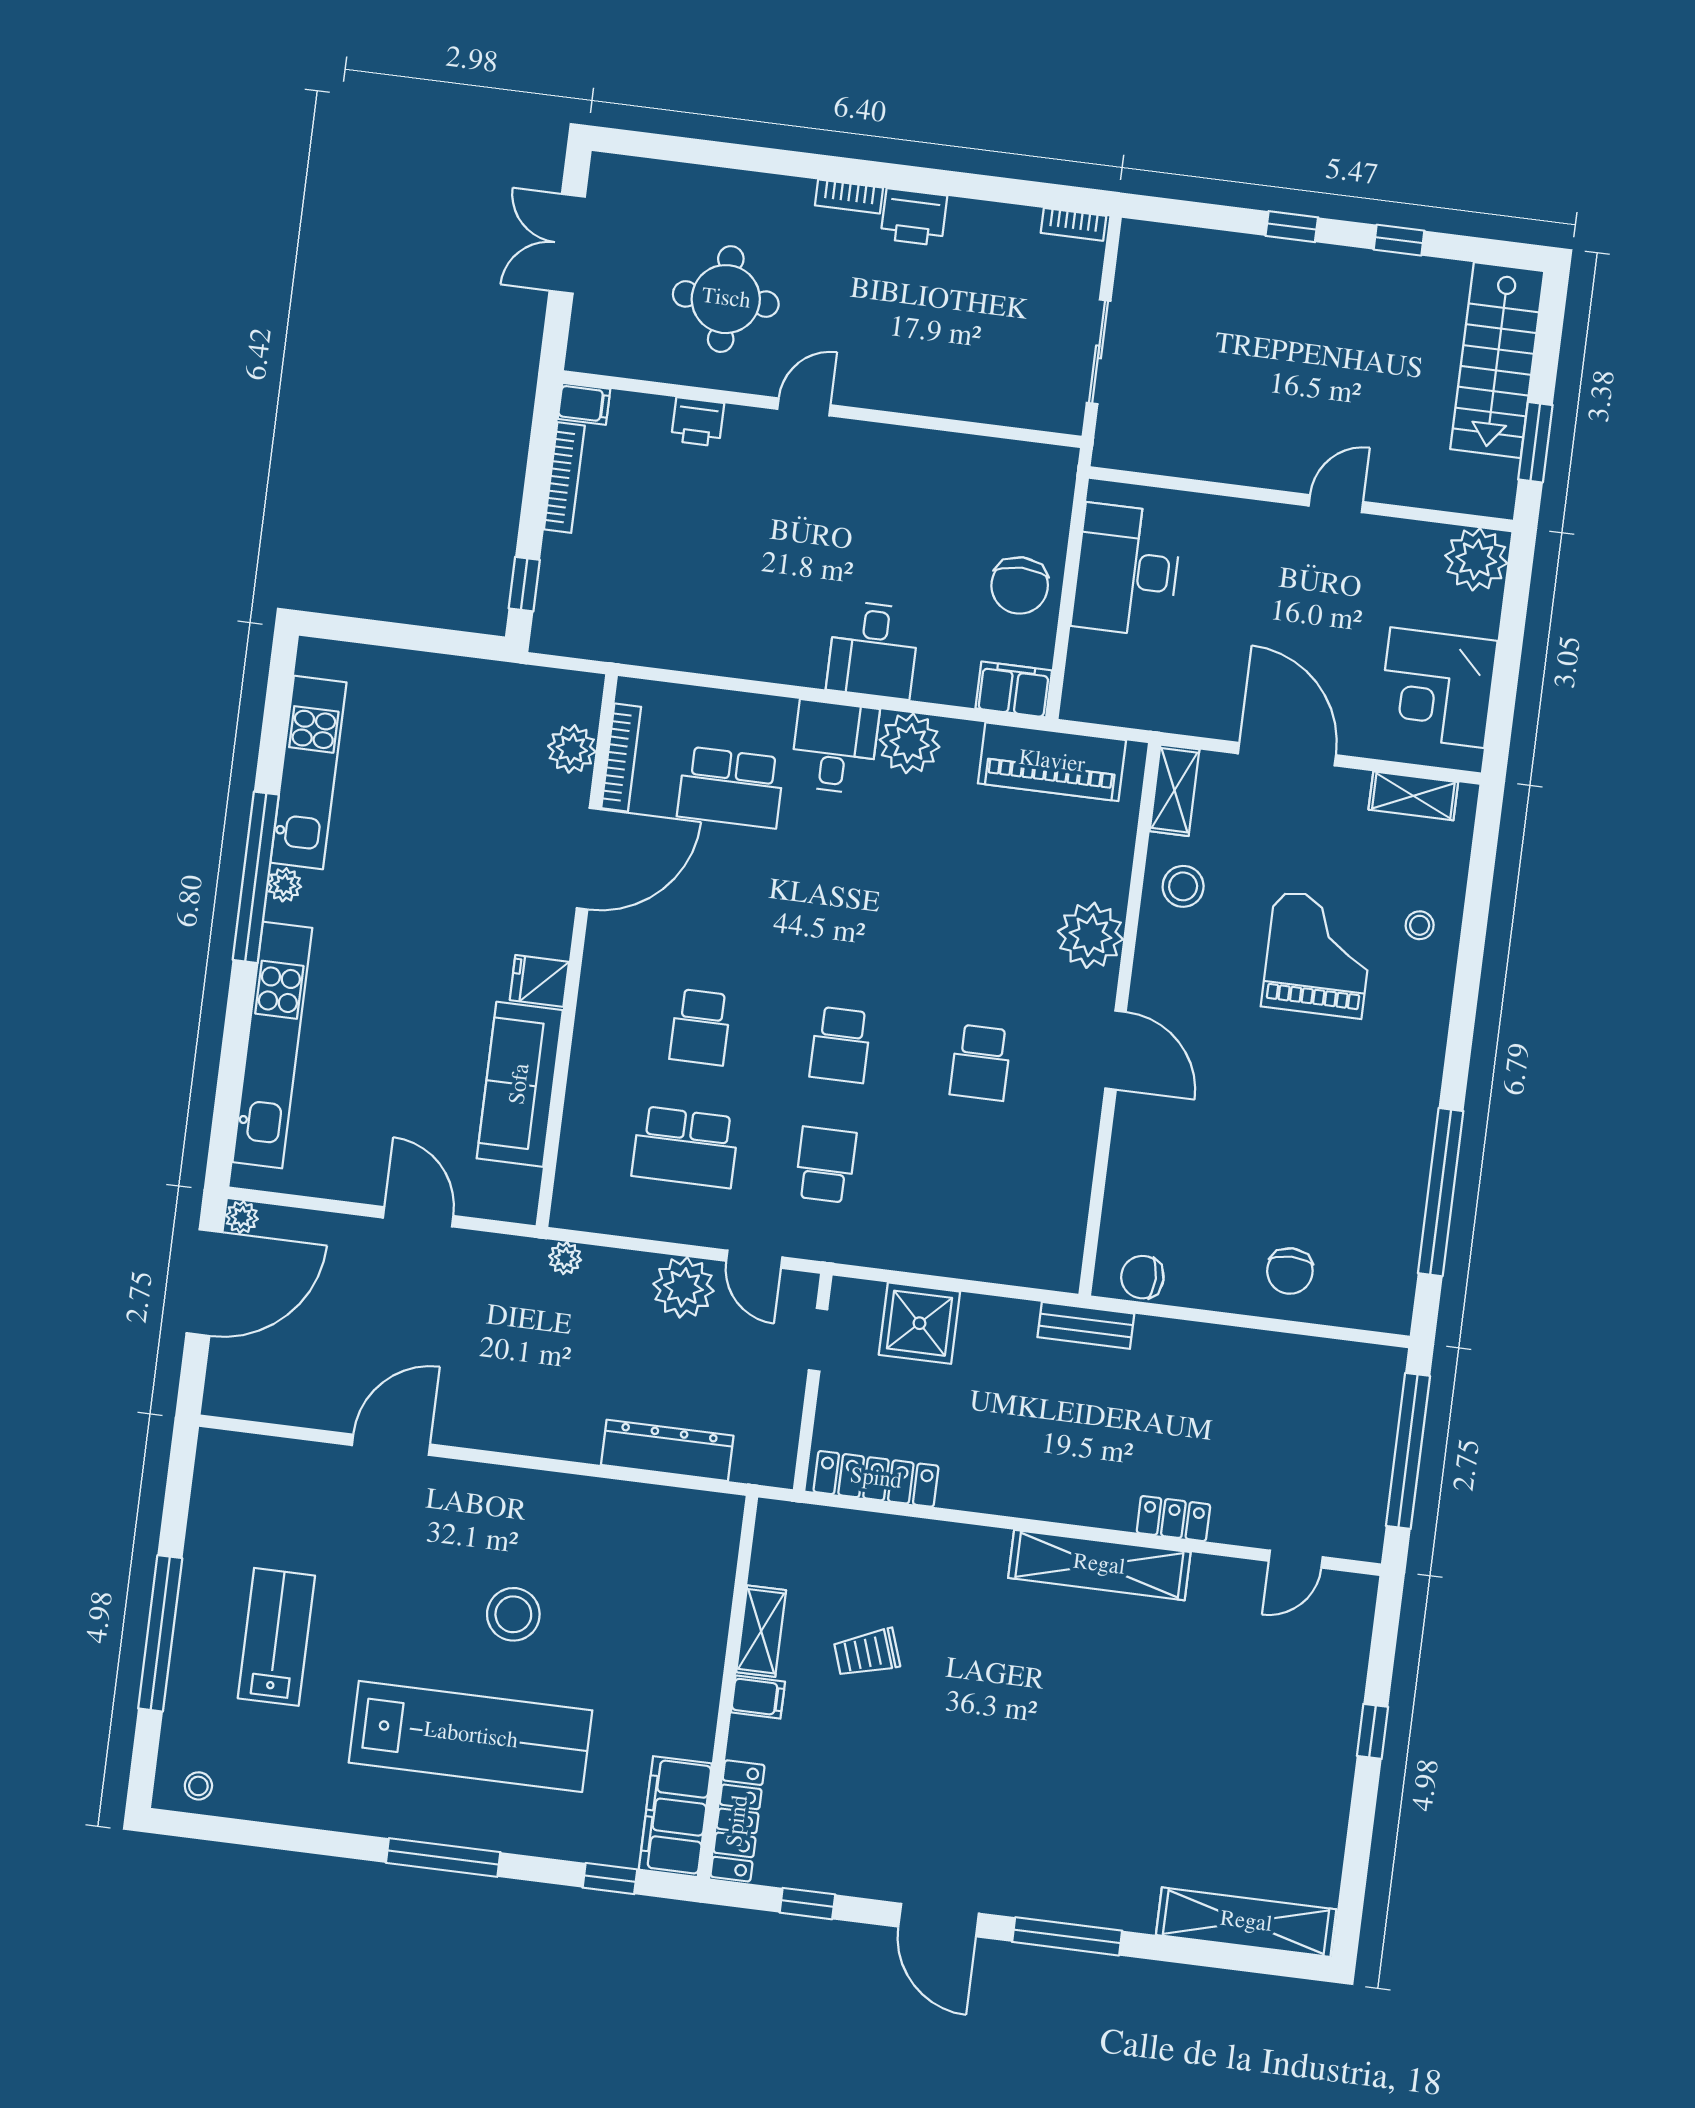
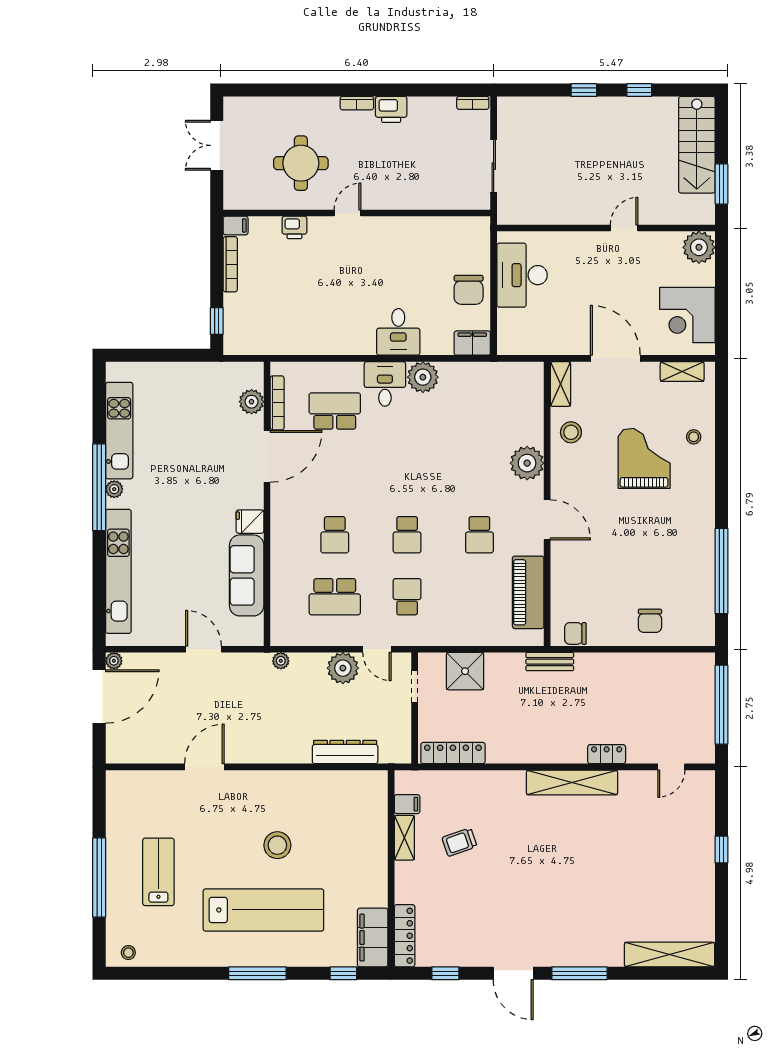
piano: (1052, 762) -> (528, 592), moved, turned 90
school desk: (731, 787) -> (335, 411), turned 180
filing cabinet: (758, 1697) -> (407, 804), moved

